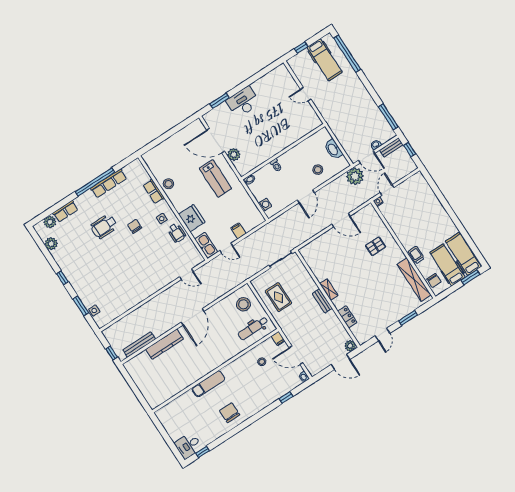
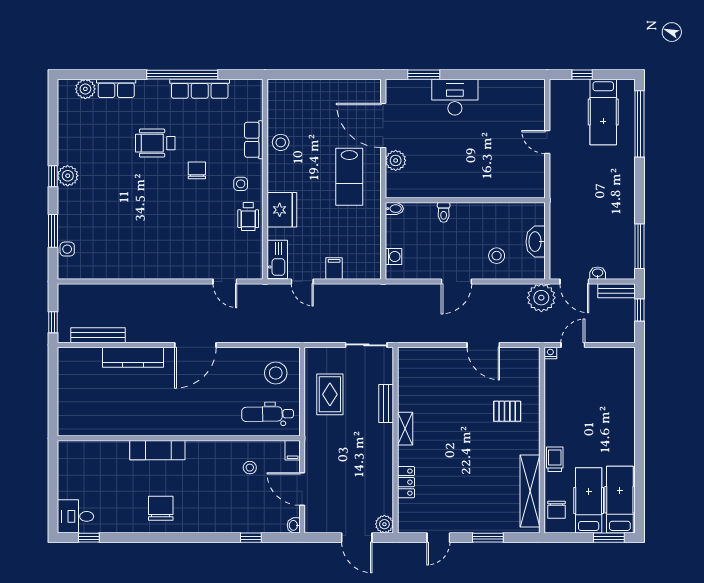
plant: (51, 244) -> (68, 176), moved
bench: (322, 301) -> (386, 403), moved

